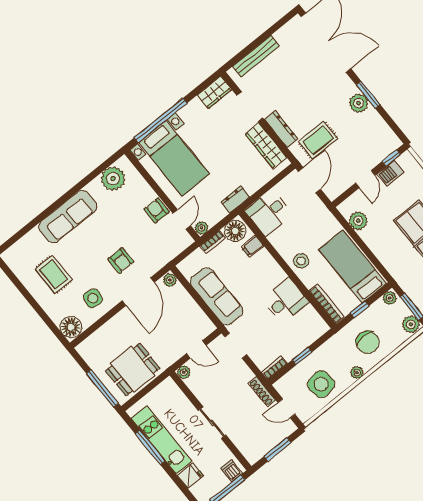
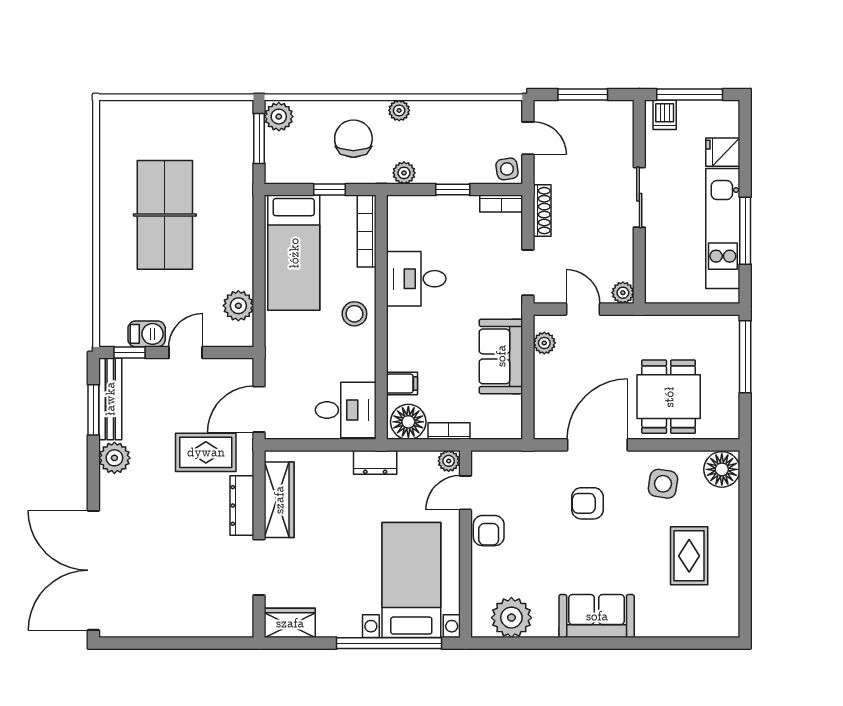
bench: (256, 56) -> (110, 399), moved, turned 90
window: (368, 95) -> (93, 410), moved
sofa: (68, 217) -> (597, 616), width x0.73
armchair: (121, 261) -> (588, 503), turned -90
plant: (170, 280) -> (544, 343), moved
sofa: (217, 296) -> (501, 356), width x0.73
plant: (390, 298) -> (404, 173), moved
dining table: (133, 369) -> (669, 397), moved, turned 90
side table: (321, 384) -> (507, 169), moved, width x0.54, depth x0.54
shoe rack: (262, 392) -> (542, 211), moved

